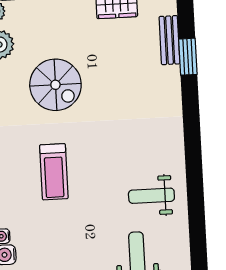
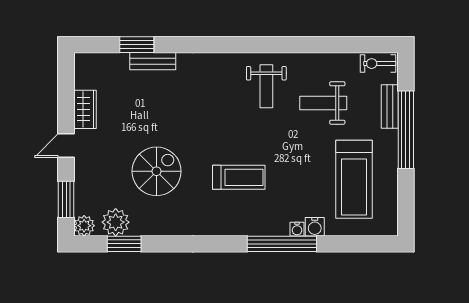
bench: (169, 40) -> (153, 61), moved

